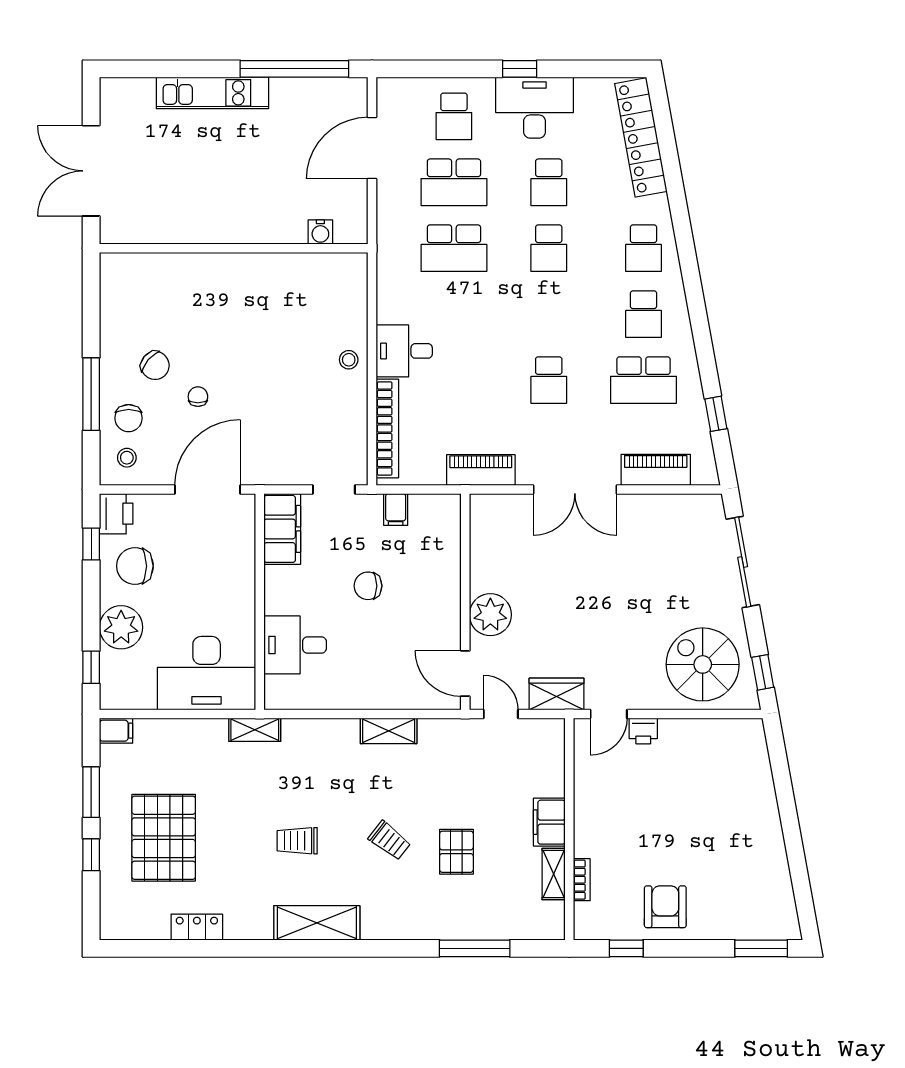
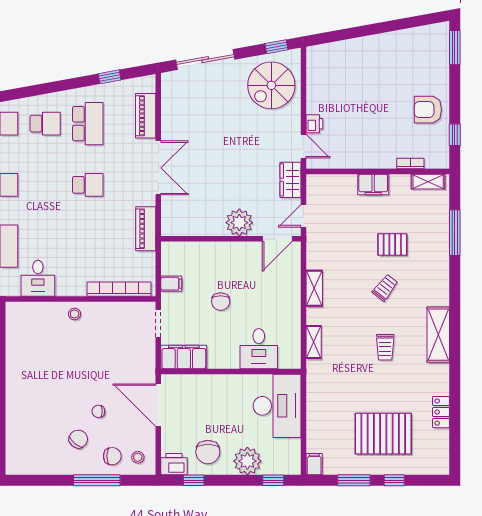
desk: (404, 351) -> (38, 278), moved
shelving: (255, 730) -> (314, 342), moved
shelving: (554, 874) -> (428, 182), moved

